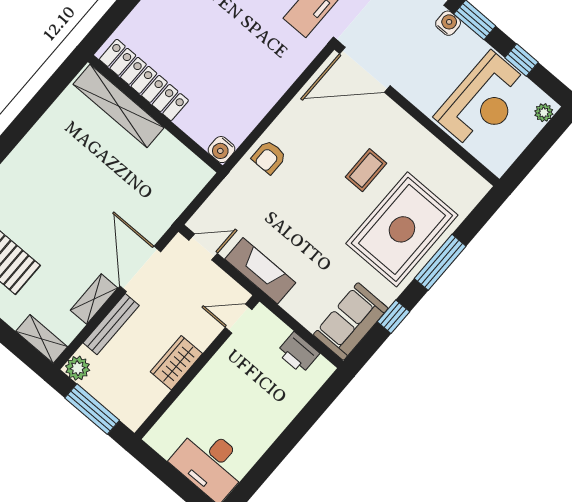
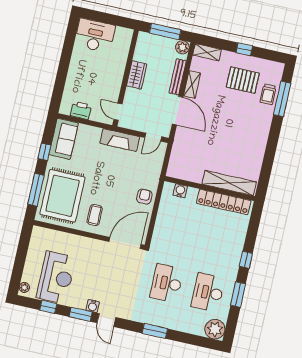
door: (365, 70) -> (125, 243), moved
reception desk: (483, 101) -> (56, 277), turned 180
wall: (417, 114) -> (89, 235), moved
water cooler: (221, 150) -> (180, 191), moved
door: (239, 319) -> (118, 112), swing flipped

